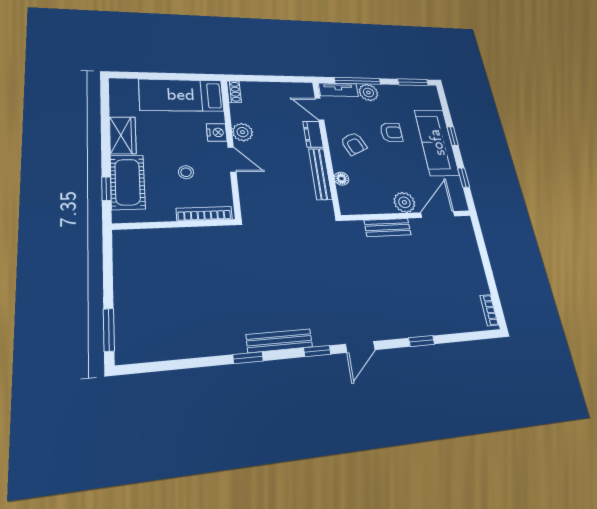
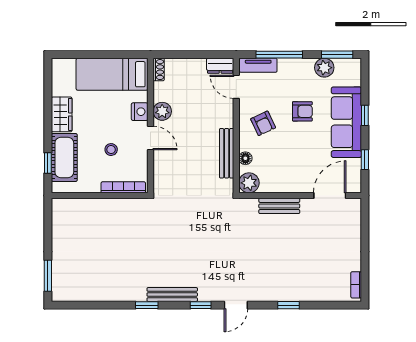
plant: (368, 92) -> (324, 68), moved
dresser: (313, 134) -> (220, 66), moved, turned -90
plant: (404, 202) -> (249, 183), moved

